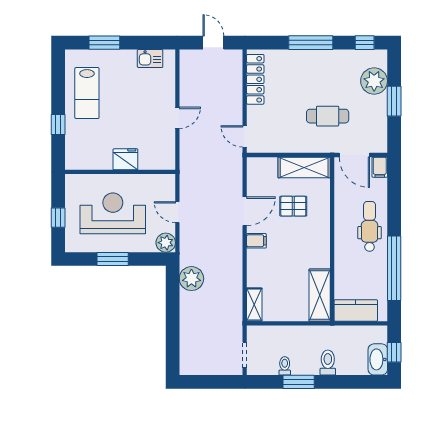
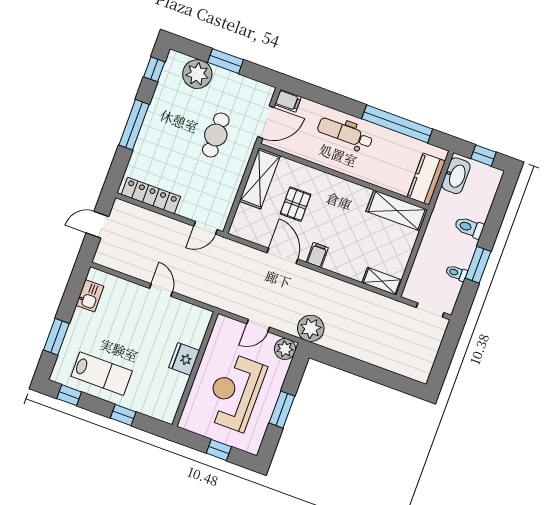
window: (58, 72) -> (69, 395), added
plant: (191, 279) -> (311, 328), moved
washbasin: (378, 359) -> (456, 176), moved, turned -90

